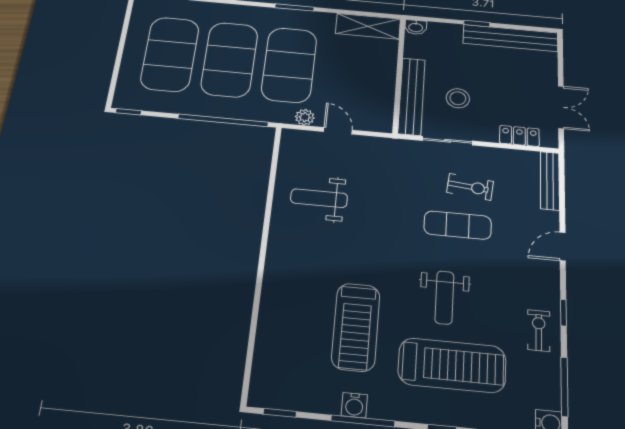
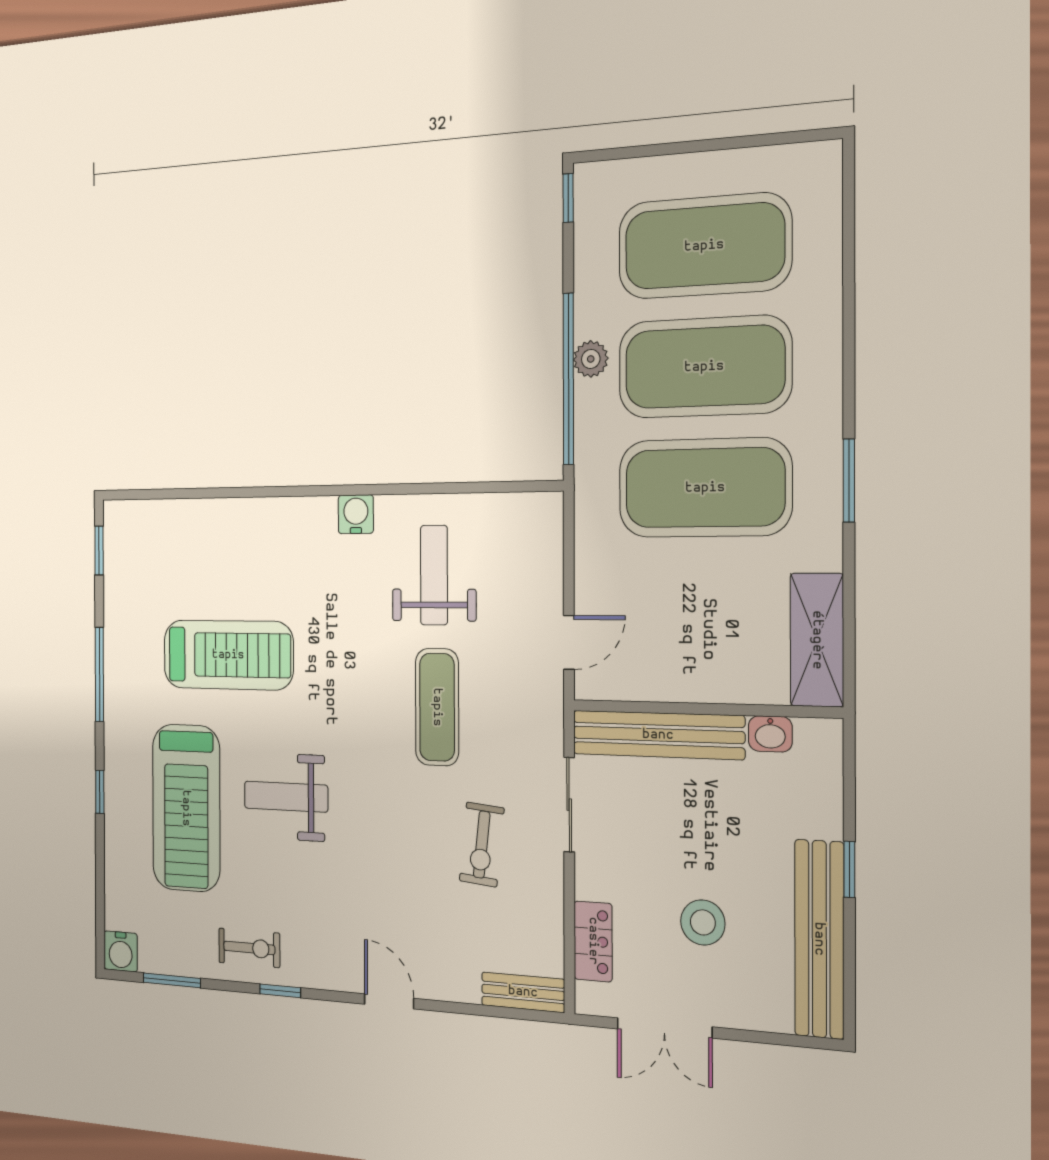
washbasin: (416, 27) -> (770, 734), moved, turned -90
stool: (458, 98) -> (703, 922), moved
plant: (305, 117) -> (591, 359), moved
door: (338, 131) -> (569, 642), moved
bench: (550, 181) -> (523, 992), width x0.73
exercise mat: (458, 225) -> (437, 707), moved
treadmill: (356, 327) -> (228, 655), turned 180
window: (564, 387) -> (172, 980), width x0.69
water cooler: (354, 405) -> (356, 514), moved, turned 90

